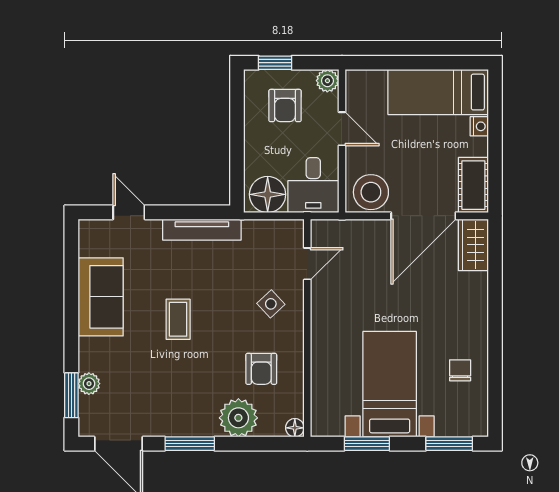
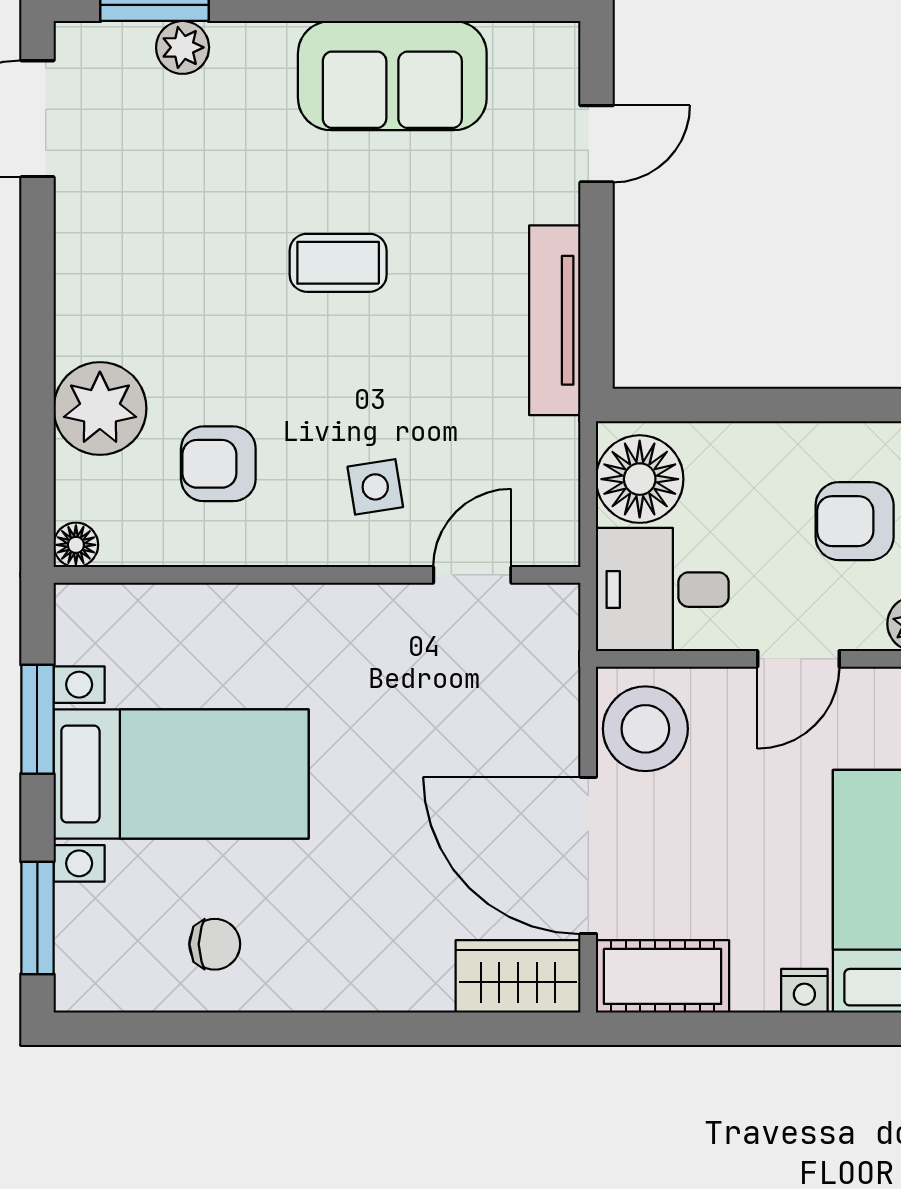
door: (307, 264) -> (472, 575), swing flipped
side table: (271, 304) -> (375, 487), turned 34
window: (190, 444) -> (37, 291), removed

